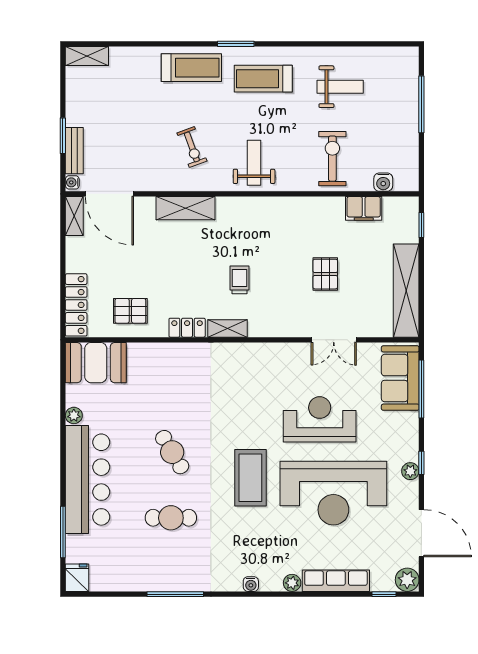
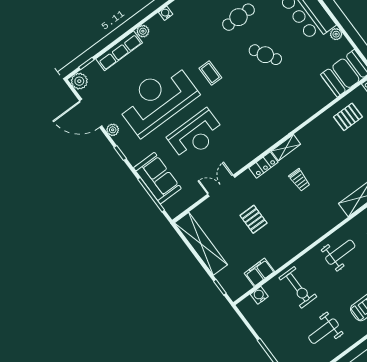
weight bench: (254, 163) -> (340, 252), turned -90
locker: (187, 328) -> (263, 165), moved
sofa: (400, 378) -> (157, 178), moved
plant: (410, 471) -> (113, 130), moved
coffee table: (250, 478) -> (210, 73), width x0.54, depth x0.58

